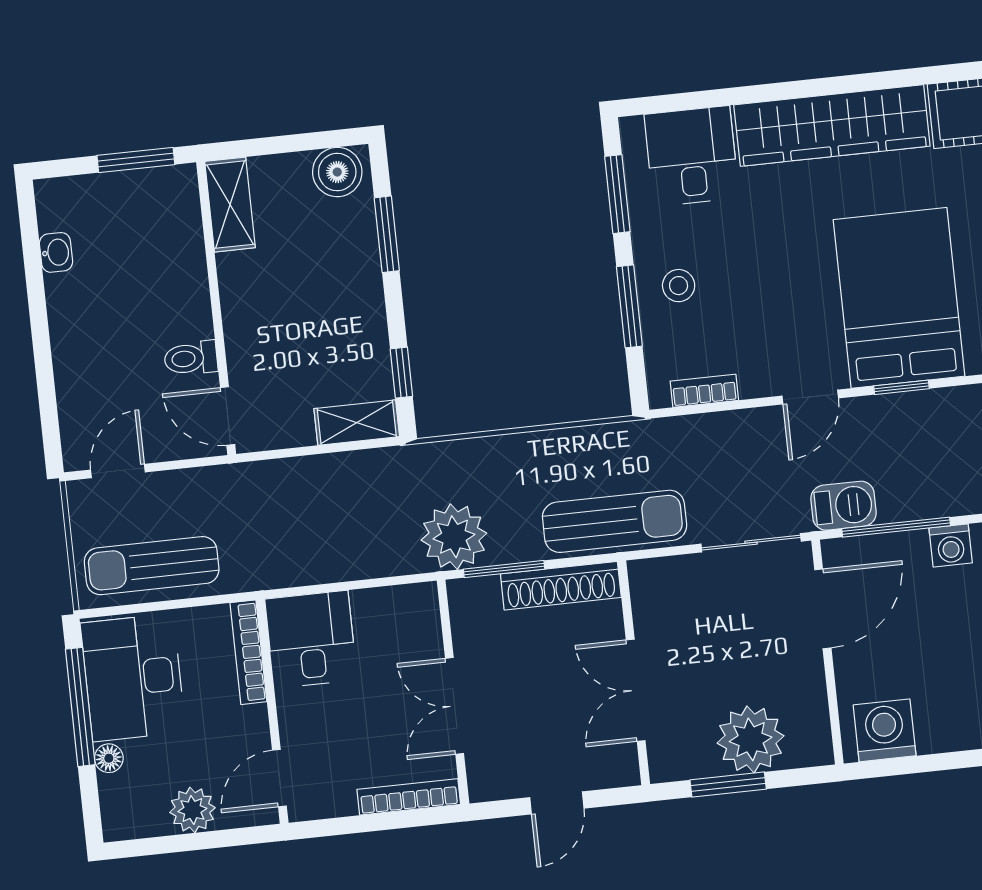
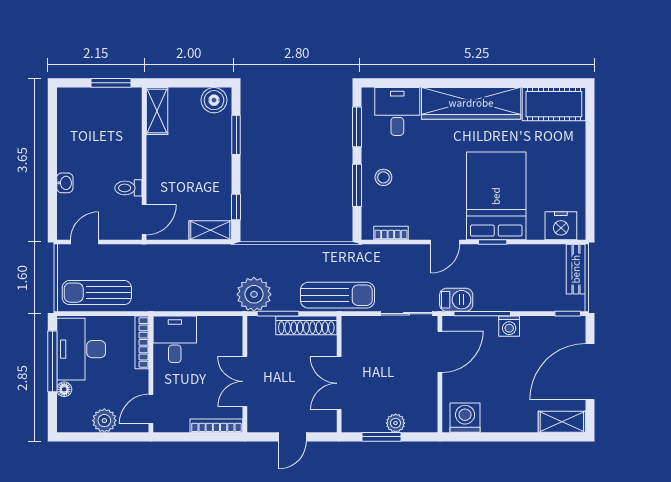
washbasin: (56, 252) -> (65, 183), moved
door: (228, 416) -> (144, 220), swing flipped
plant: (751, 739) -> (396, 423), width x0.53, depth x0.53

